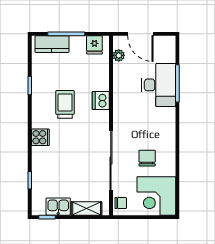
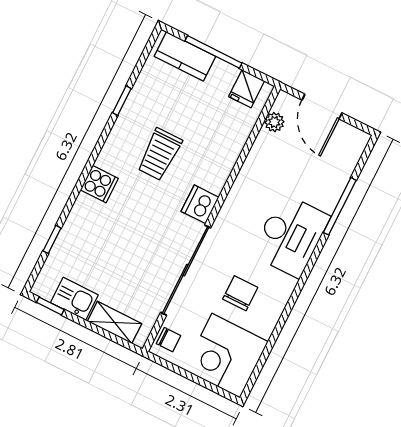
desk: (159, 85) -> (291, 236), moved
dishwasher: (101, 100) -> (200, 204), moved
trolley: (65, 104) -> (160, 154), turned 180

